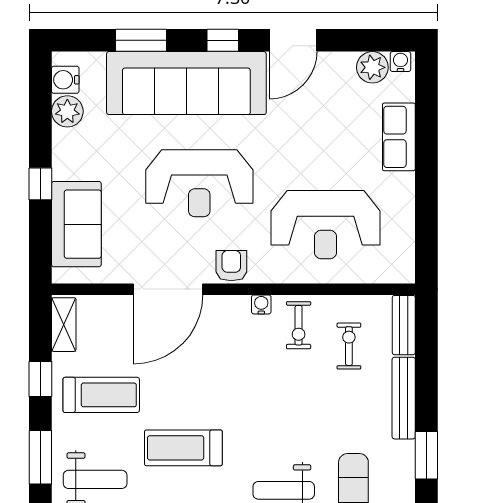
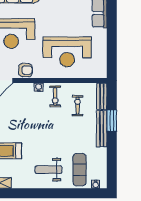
armchair: (231, 266) -> (25, 70), turned 90
window: (426, 455) -> (112, 121), moved

